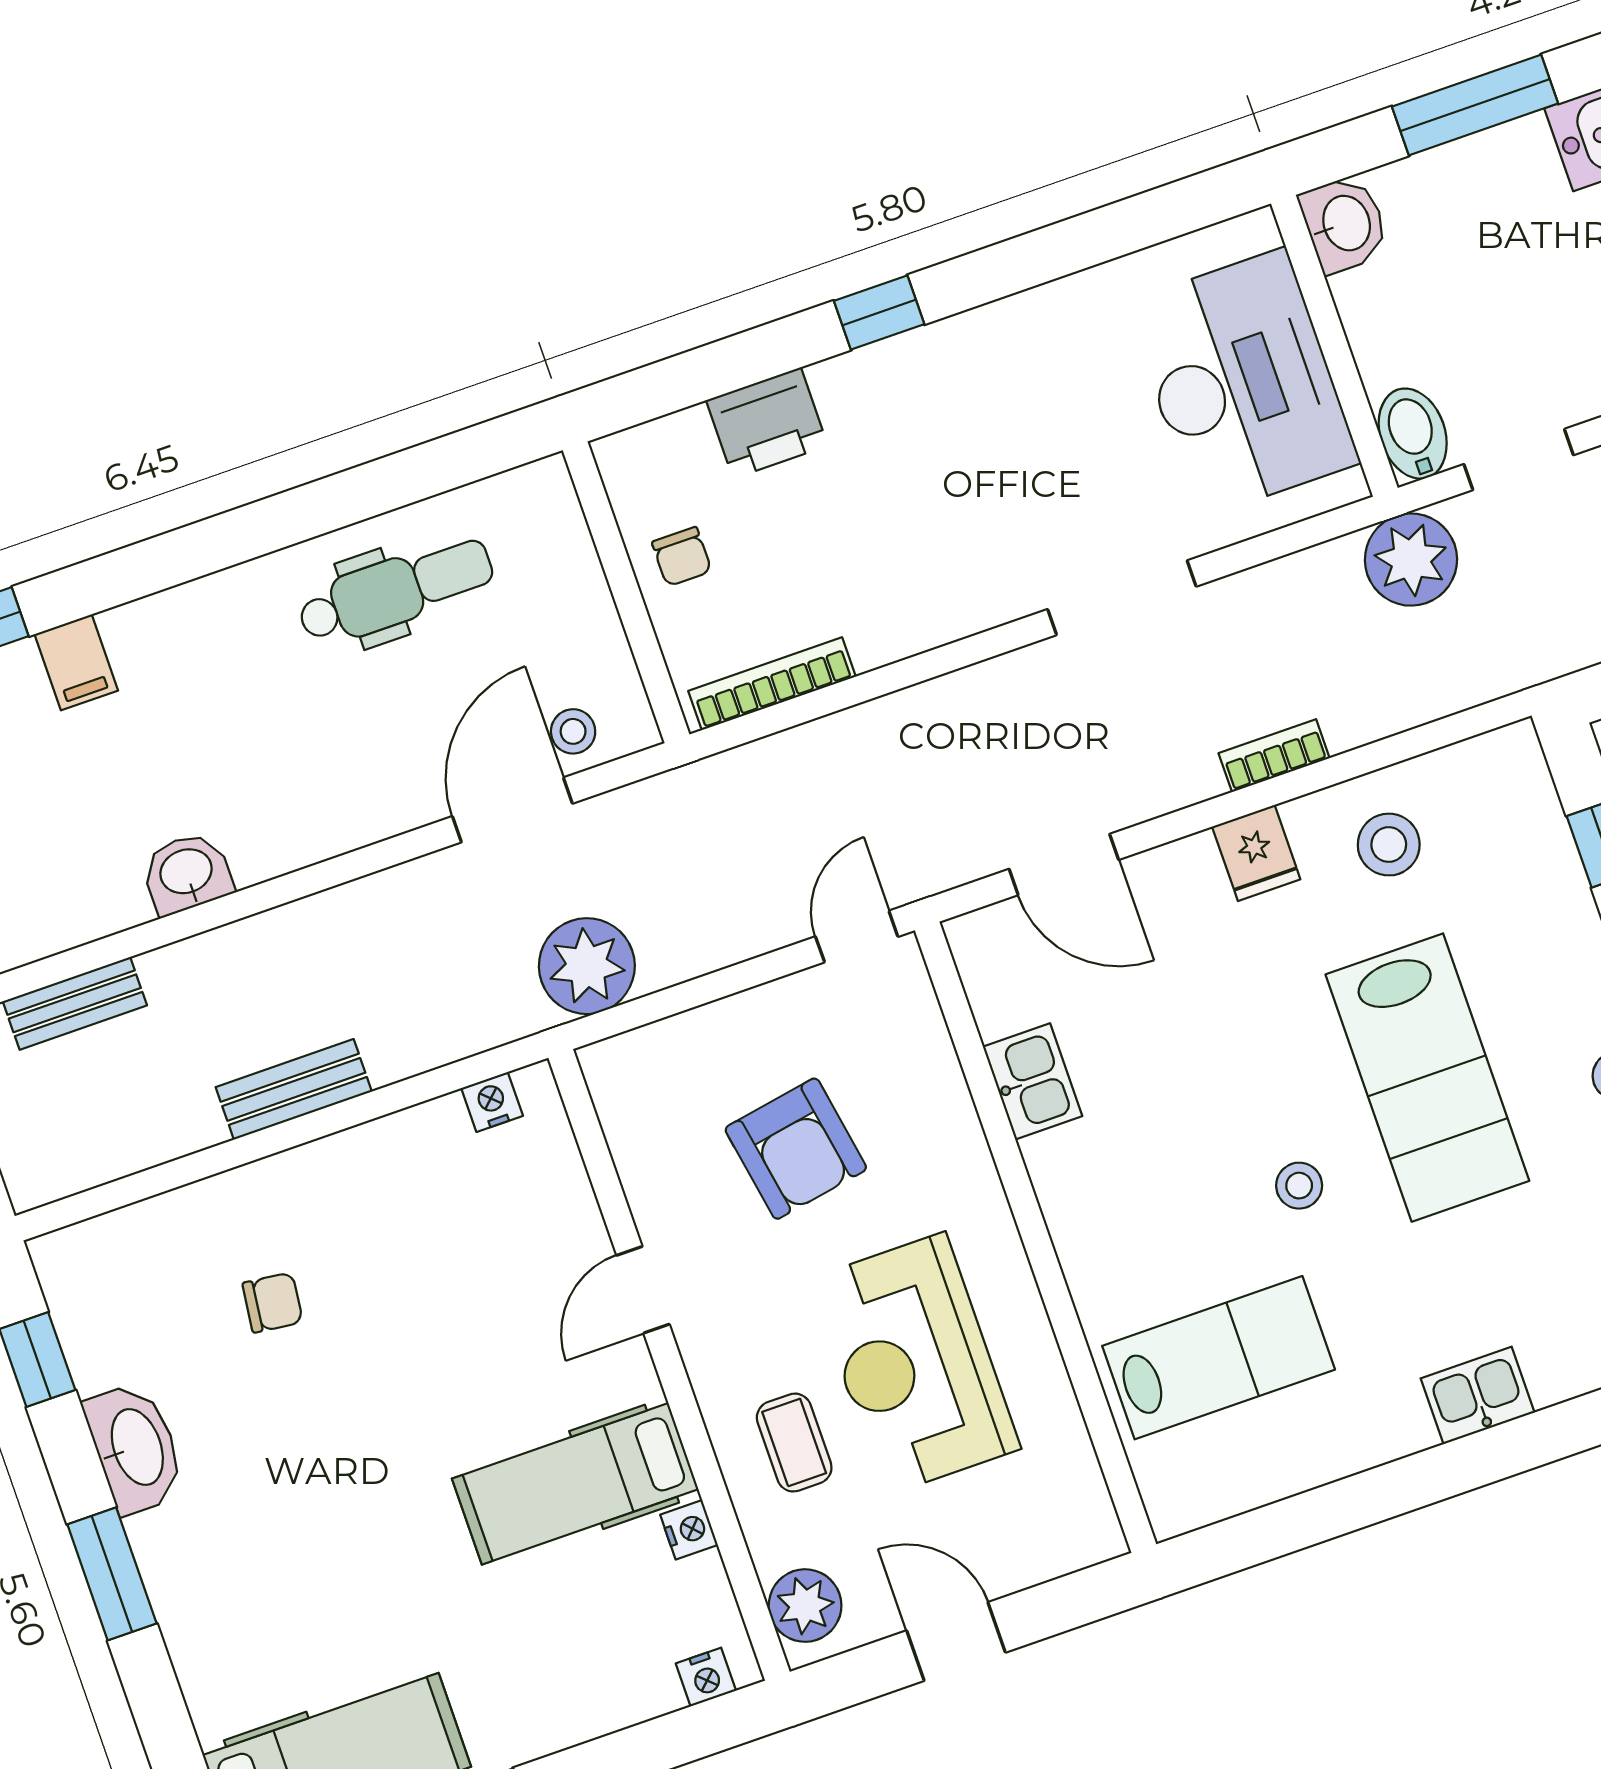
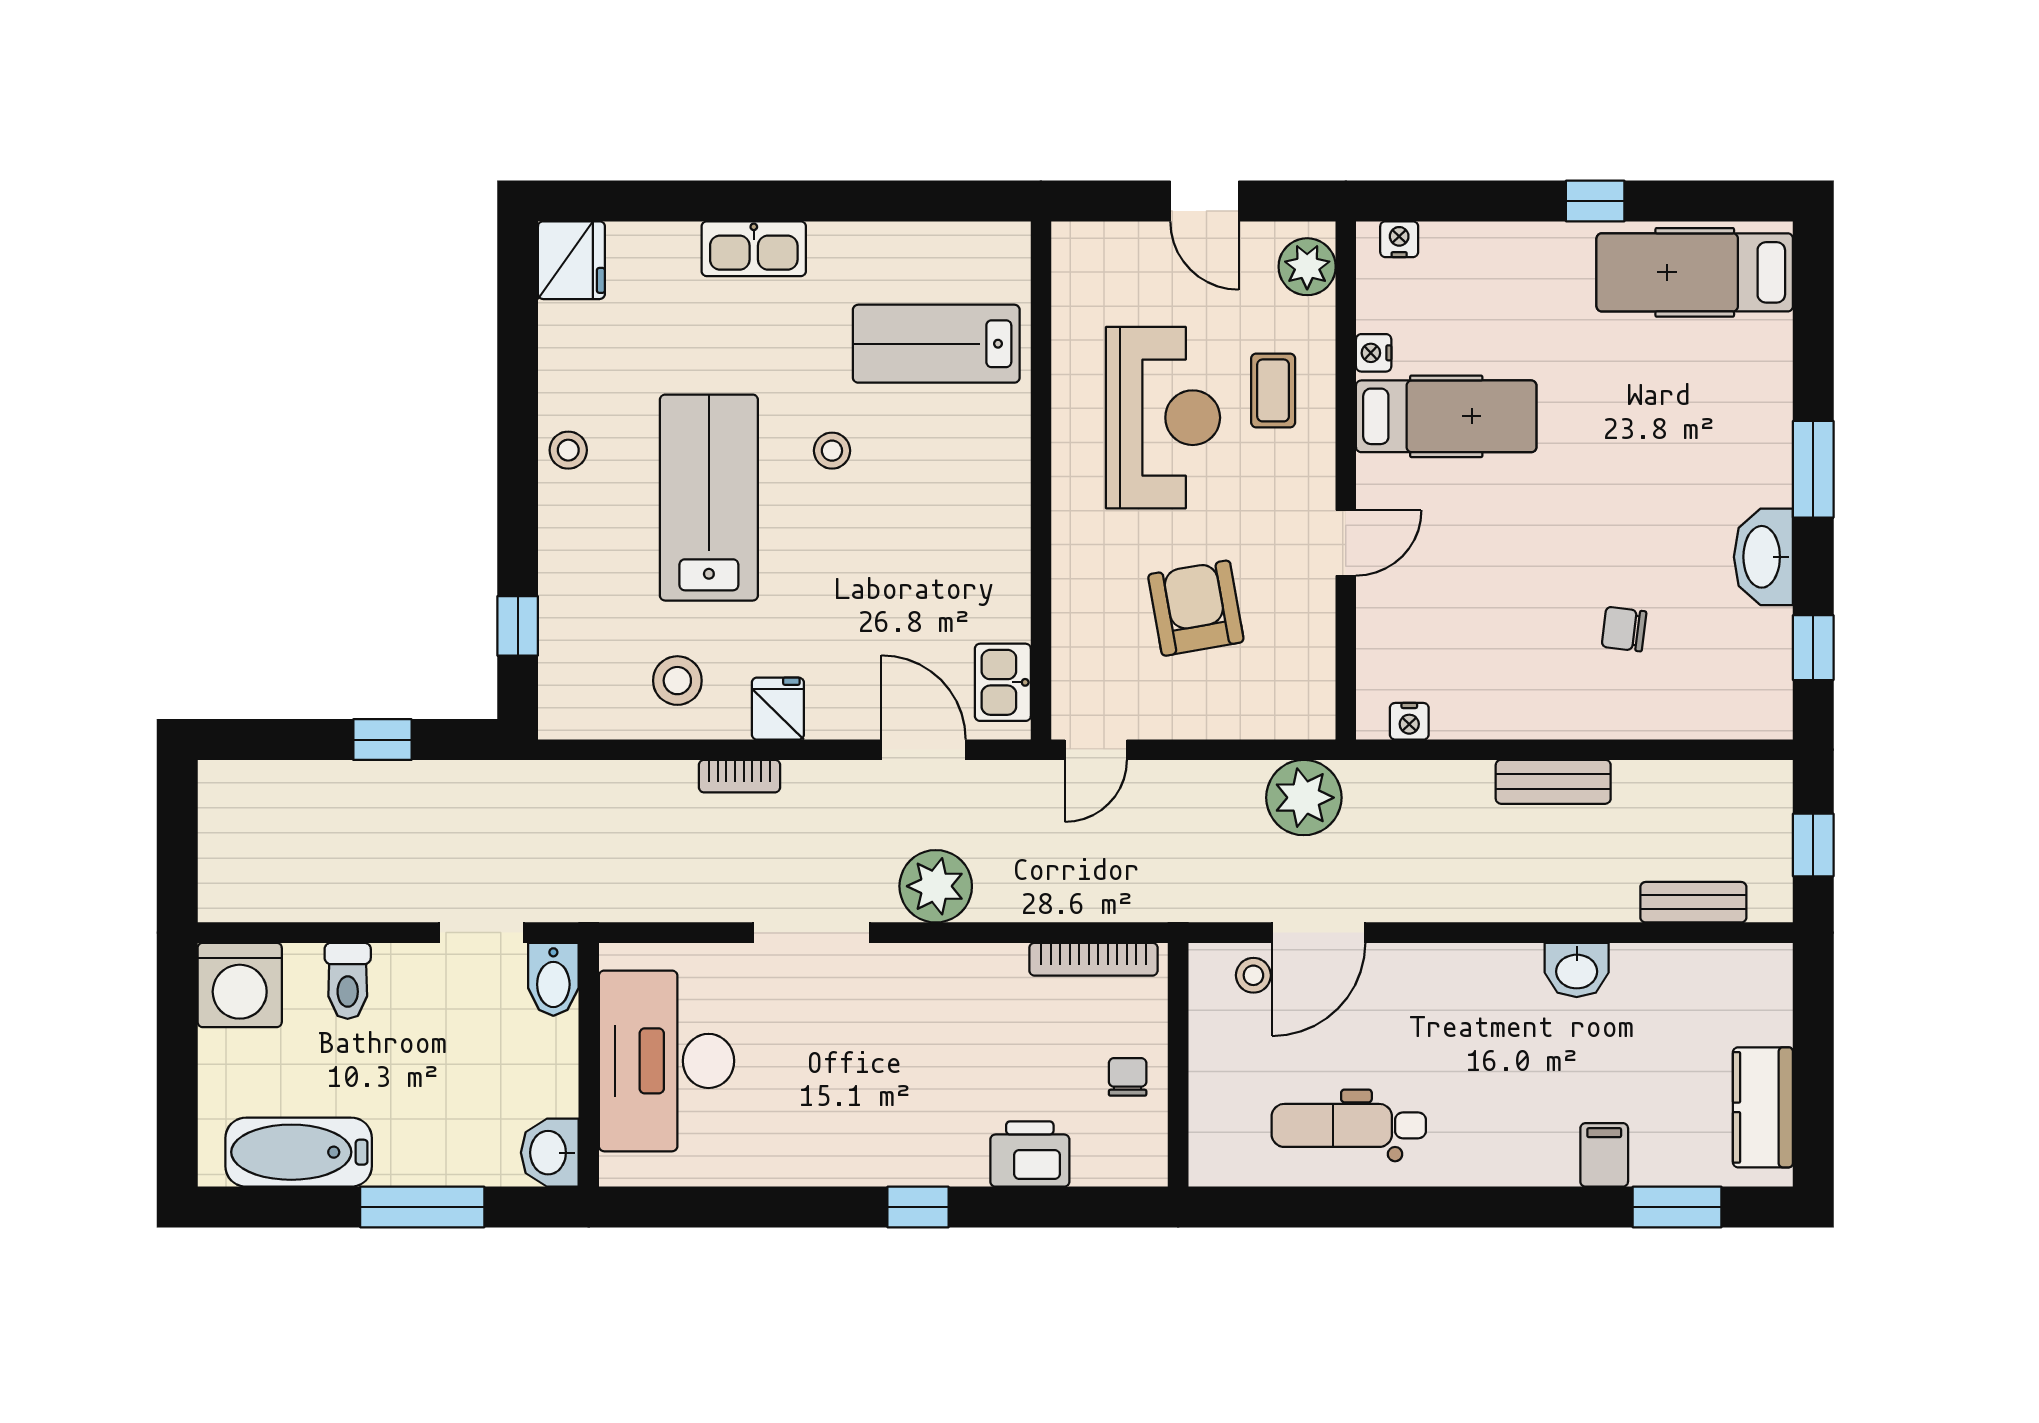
plant: (1411, 560) -> (936, 886), moved
kitchen sink: (1033, 1081) -> (1003, 682), moved
kitchen sink: (1478, 1395) -> (754, 249), width x1.38

